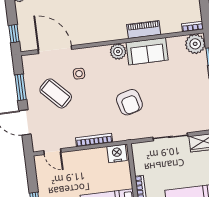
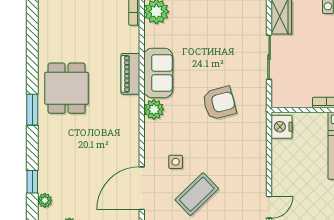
bookcase: (94, 140) -> (261, 153), removed

